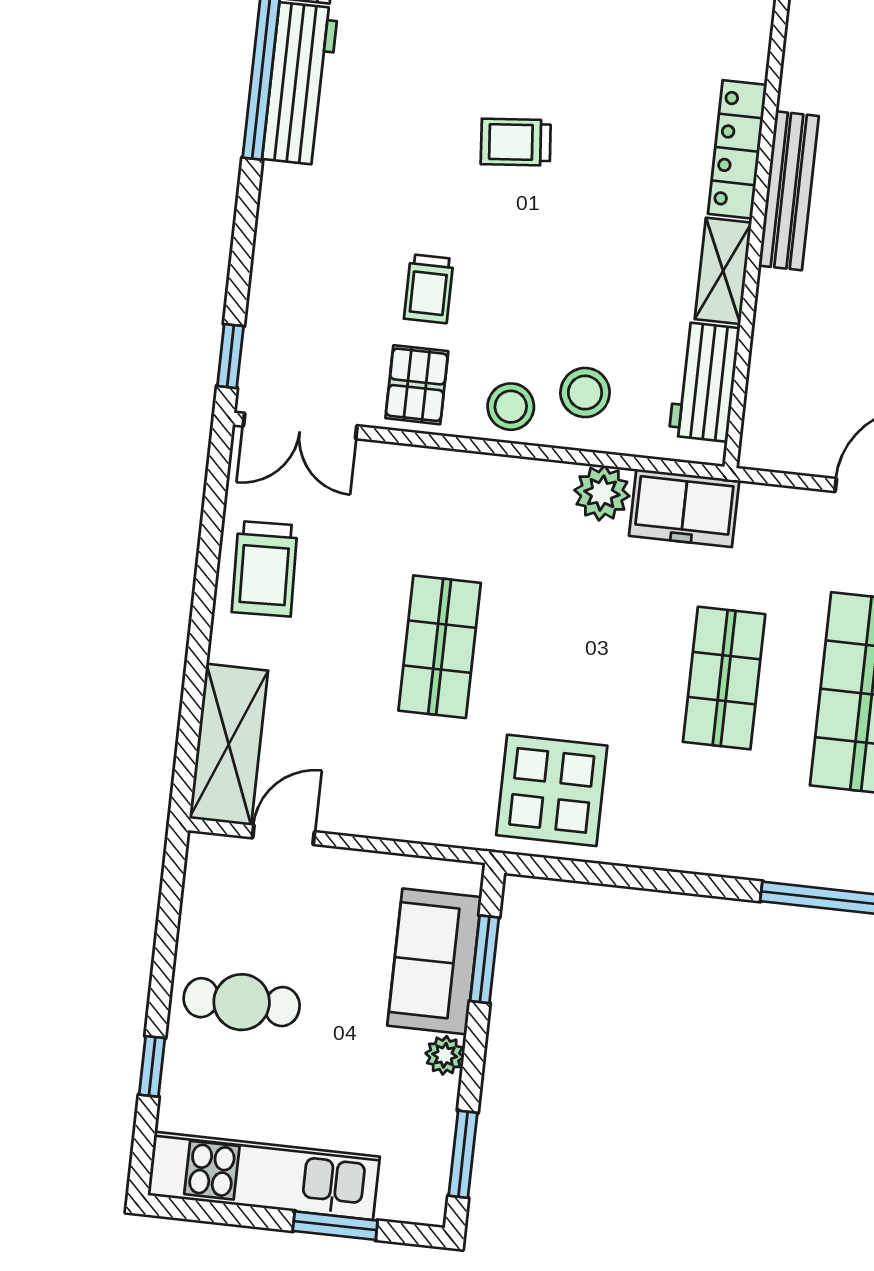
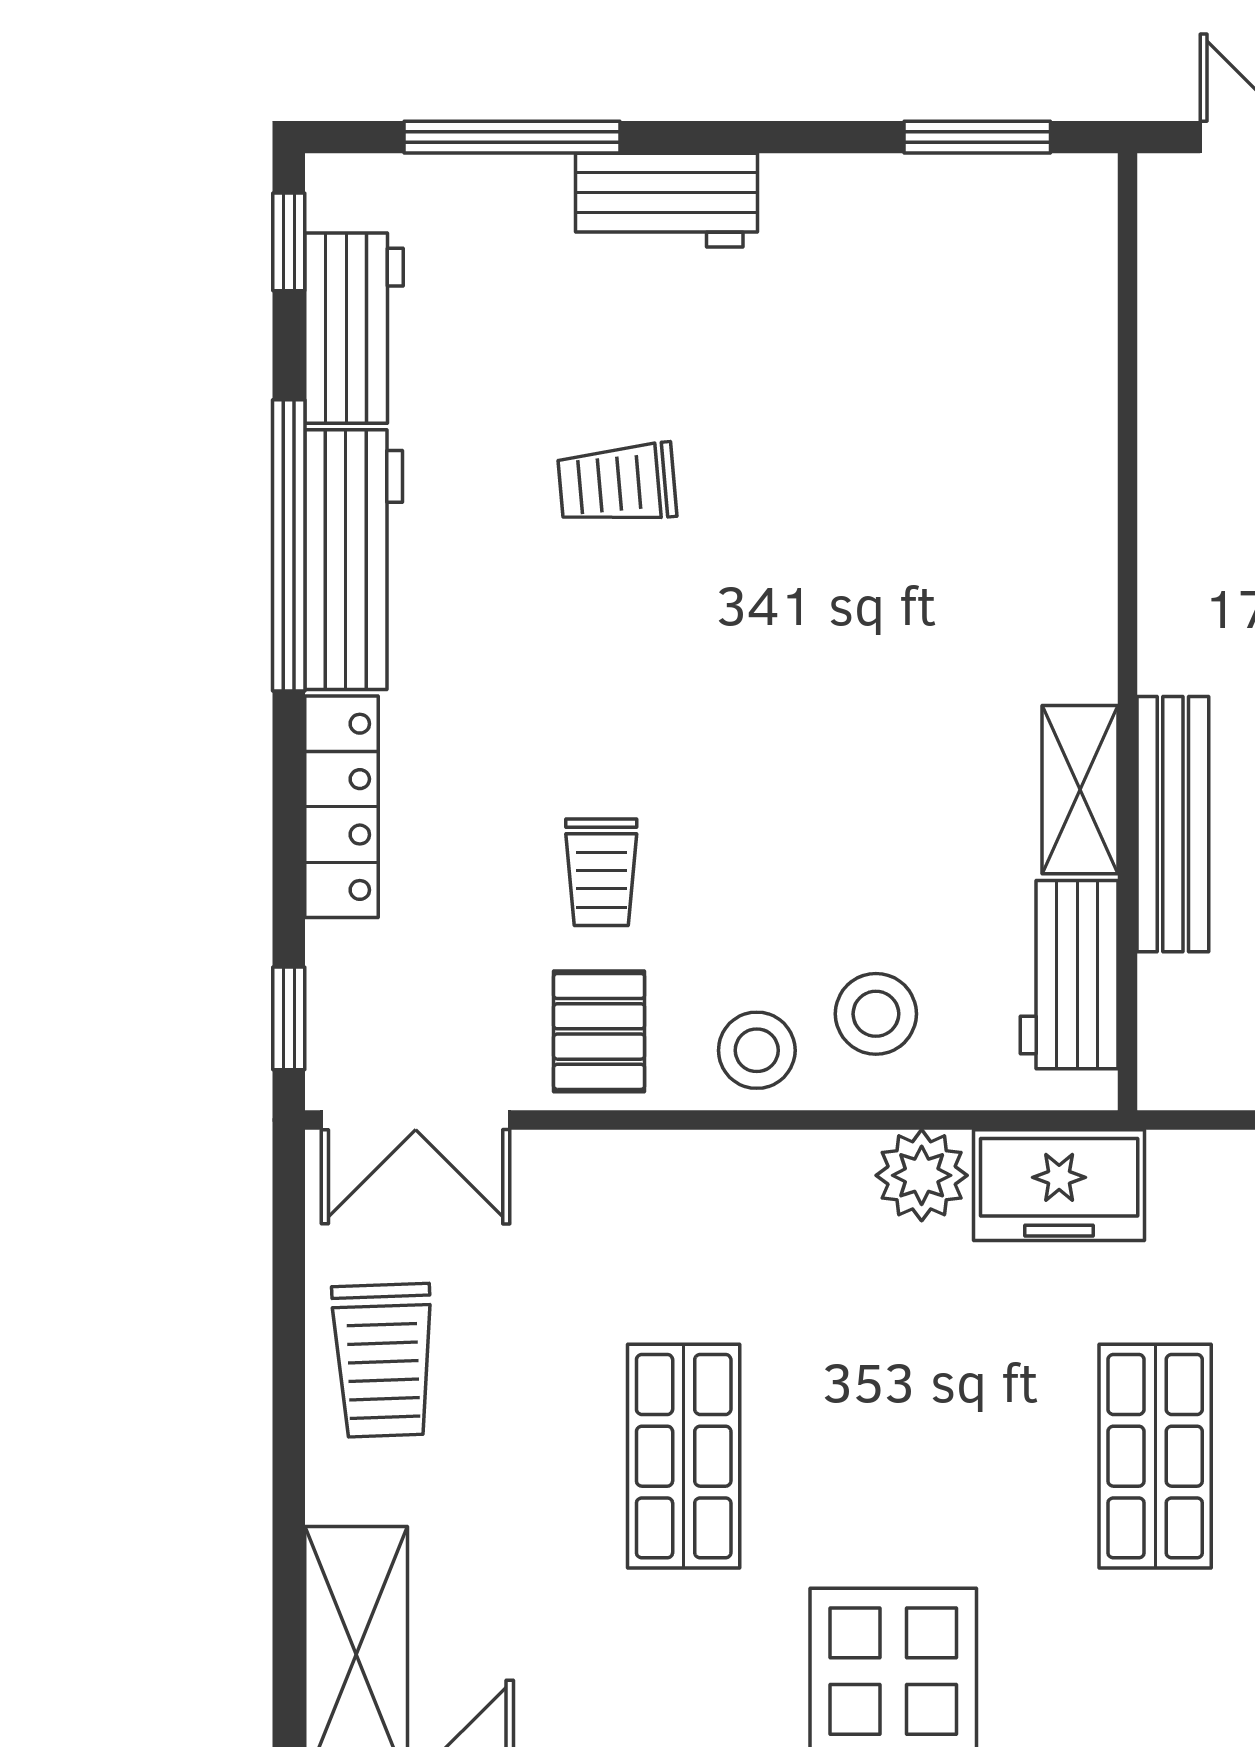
trolley: (516, 142) -> (617, 484), moved
locker: (737, 149) -> (341, 807), moved, turned 180
bench: (789, 191) -> (1173, 824), moved

